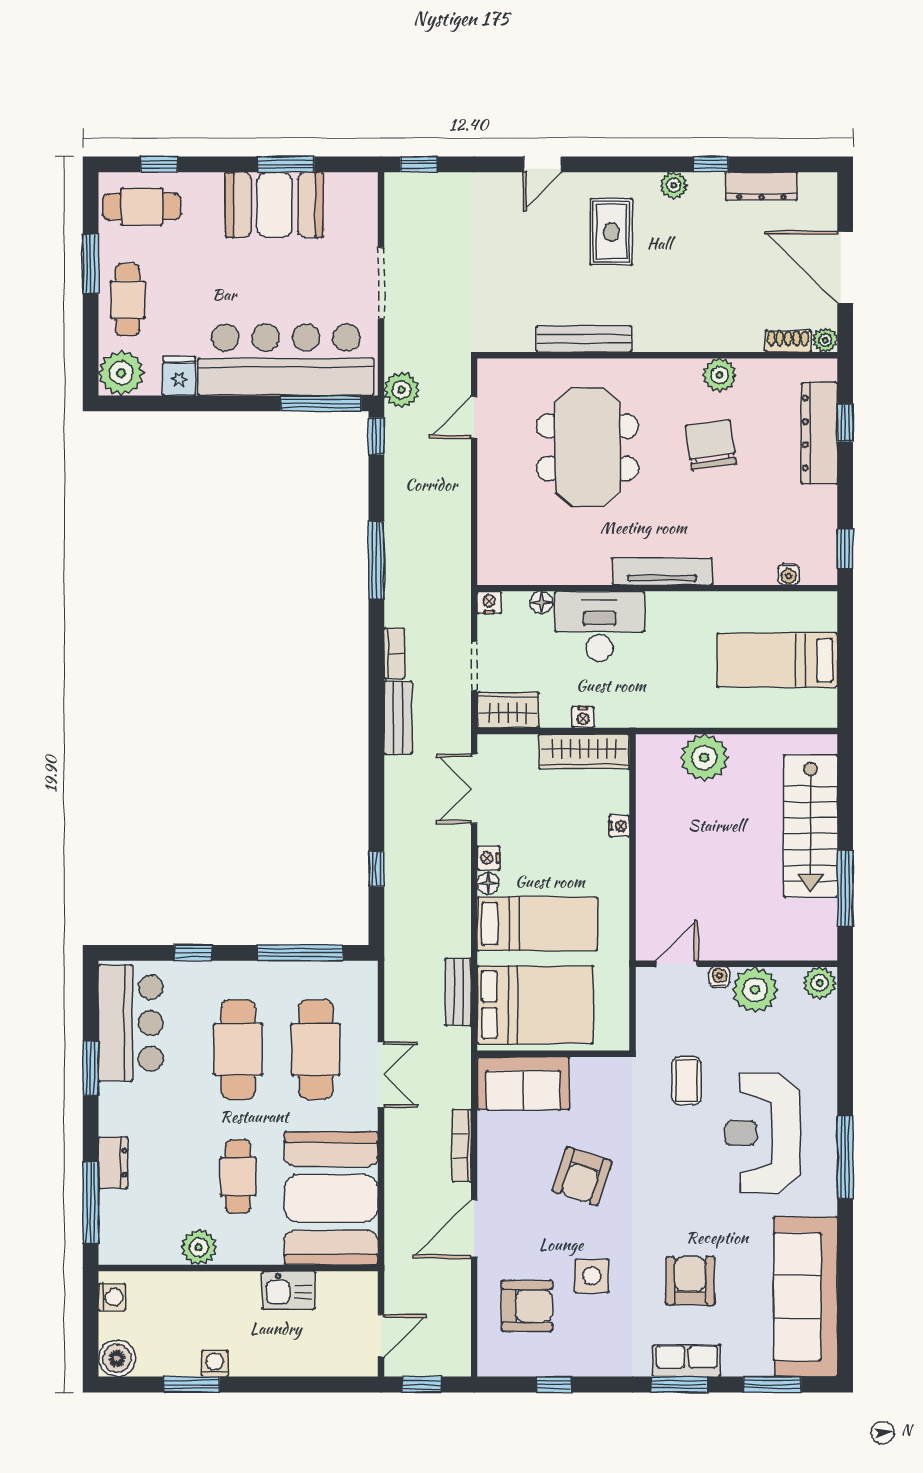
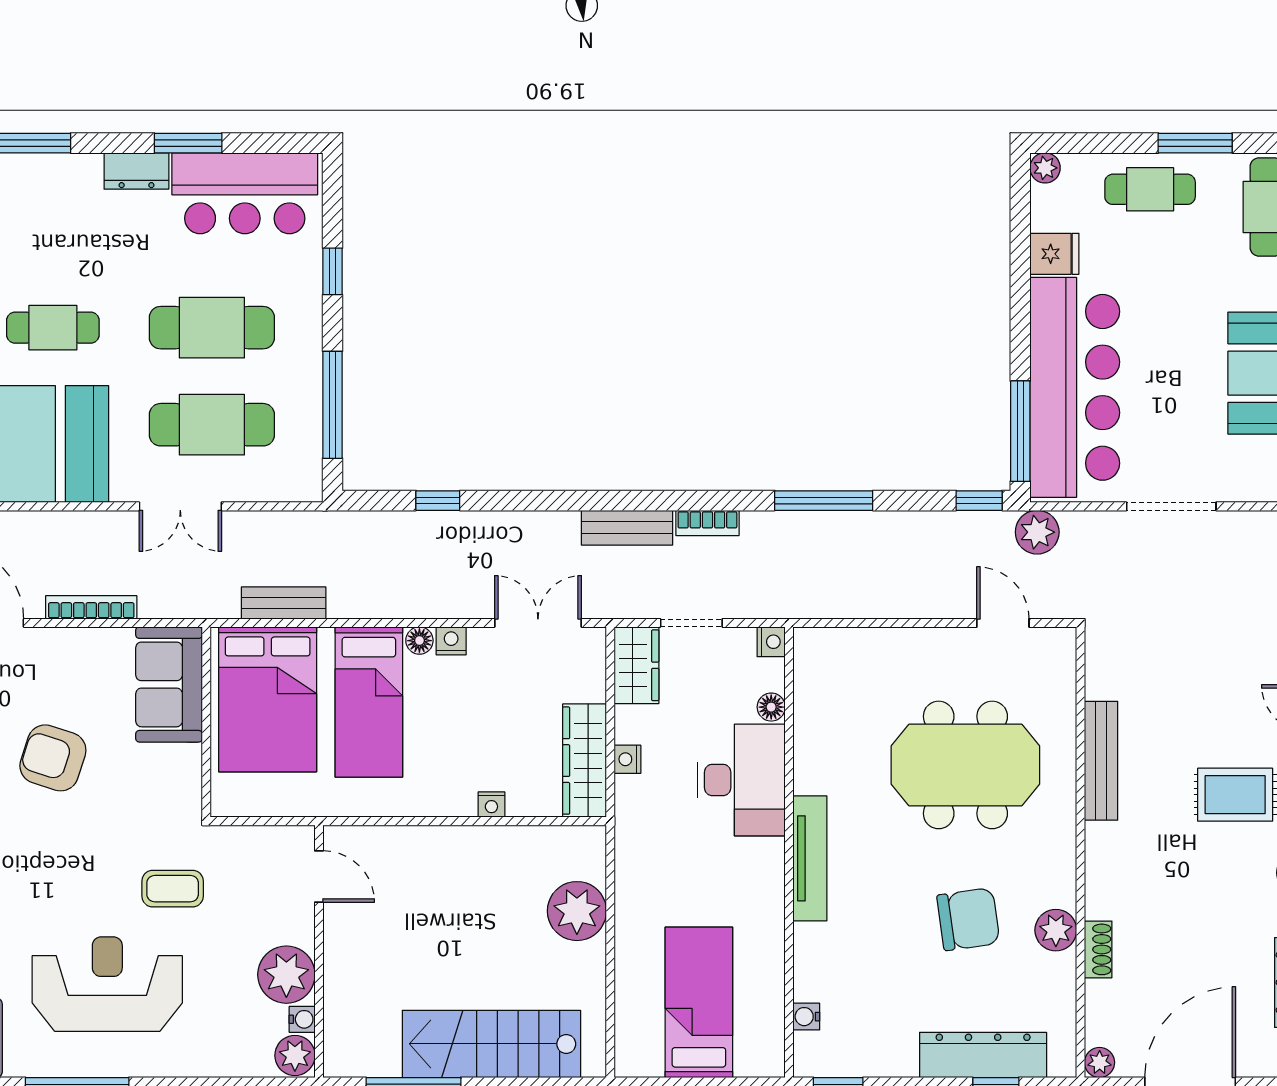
shoe rack: (788, 341) -> (1098, 949), moved
plant: (121, 373) -> (1045, 168), width x0.53, depth x0.53
water cooler: (719, 977) -> (302, 1019), moved
dresser: (113, 1163) -> (136, 171), moved

